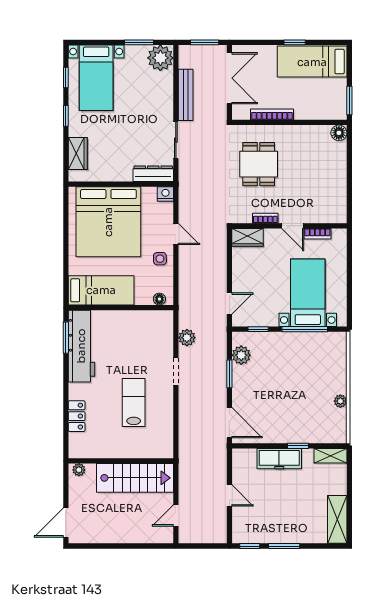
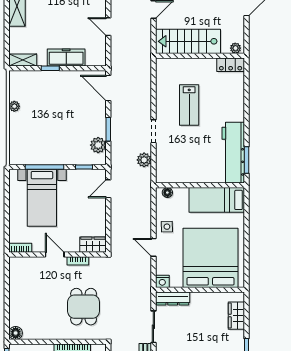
bookcase: (317, 234) -> (20, 248), moved
locker: (77, 416) -> (231, 65), moved, turned -90

